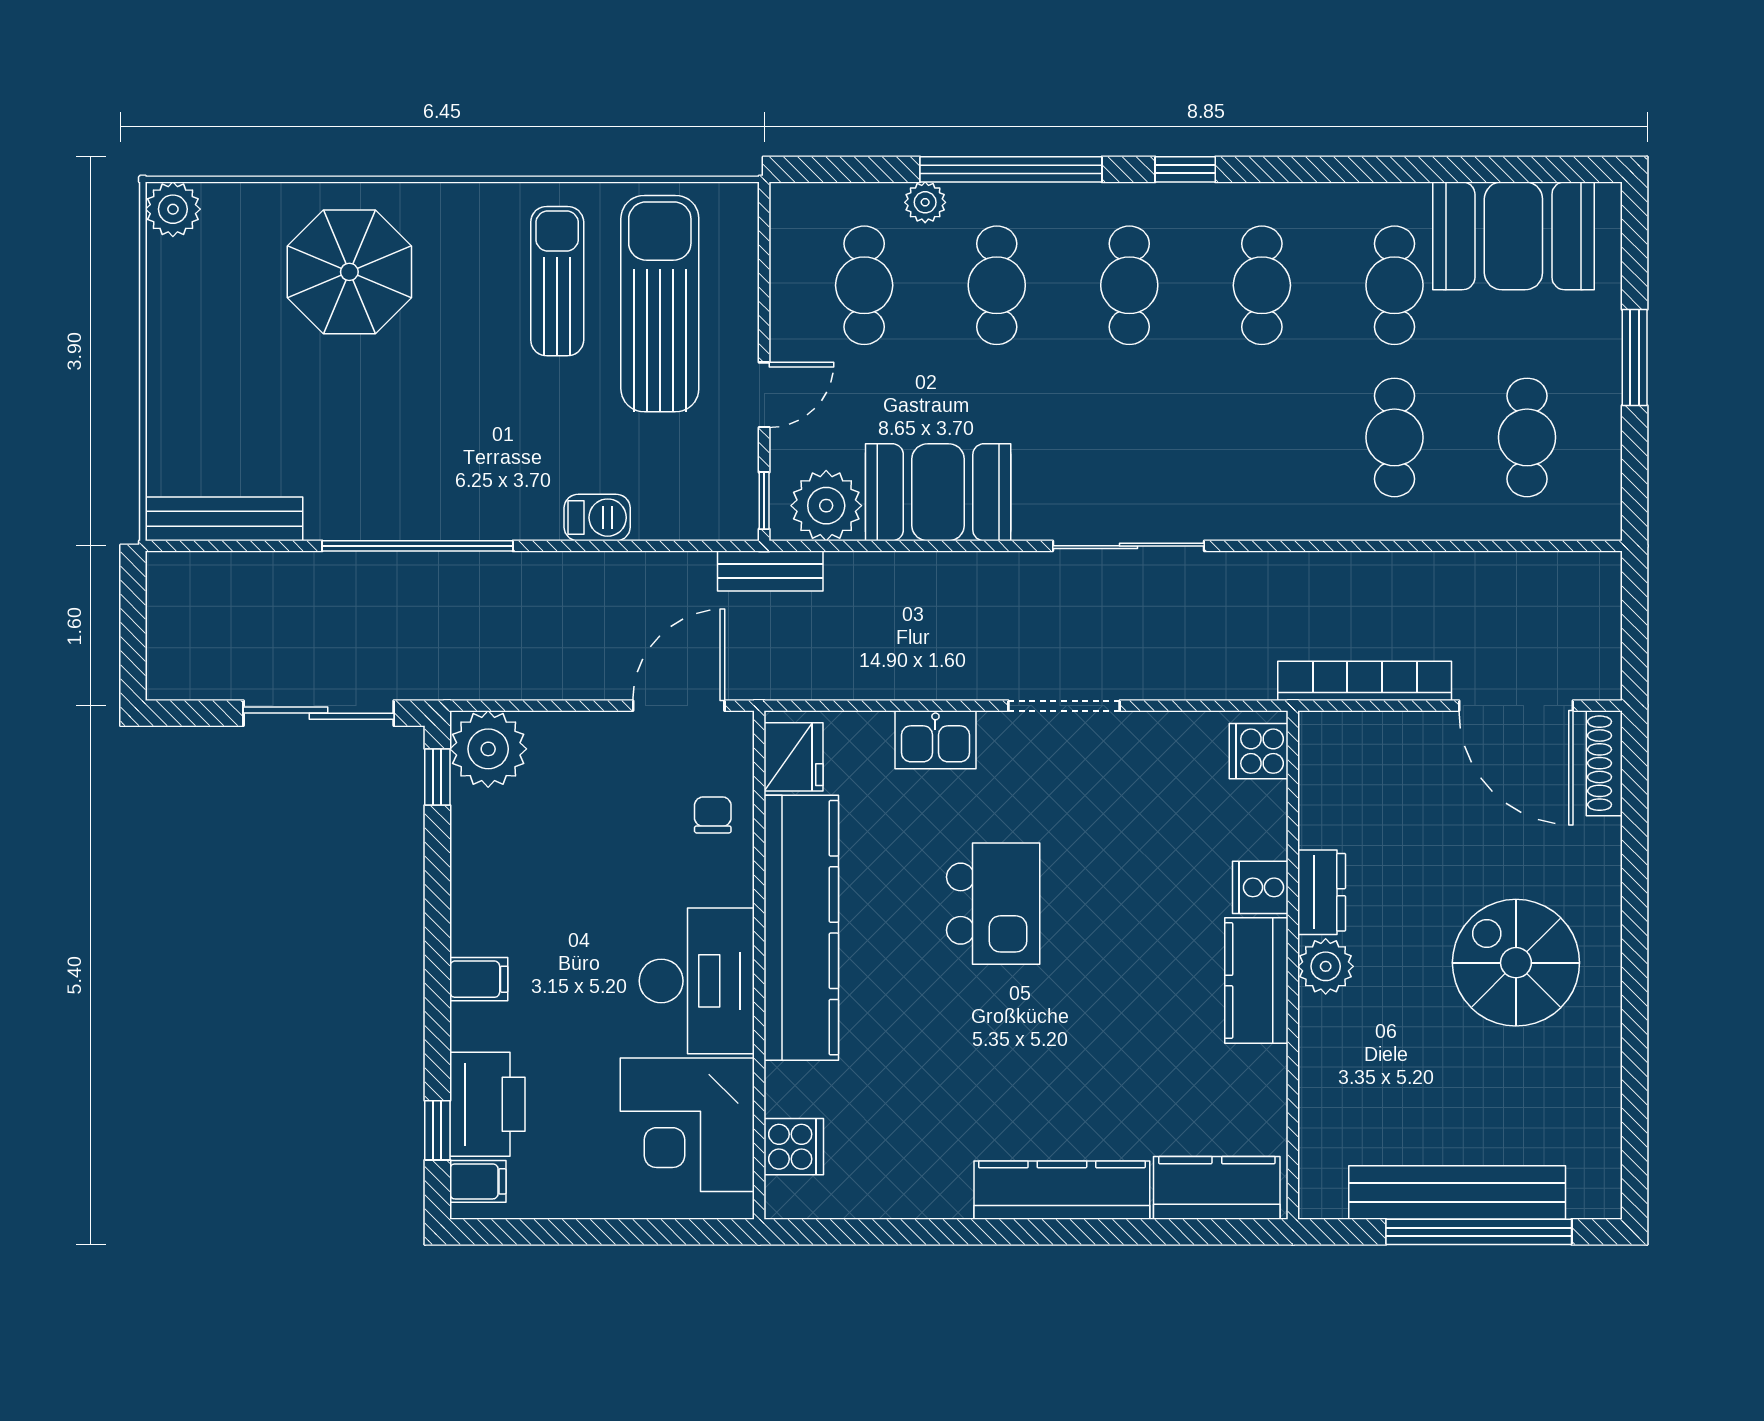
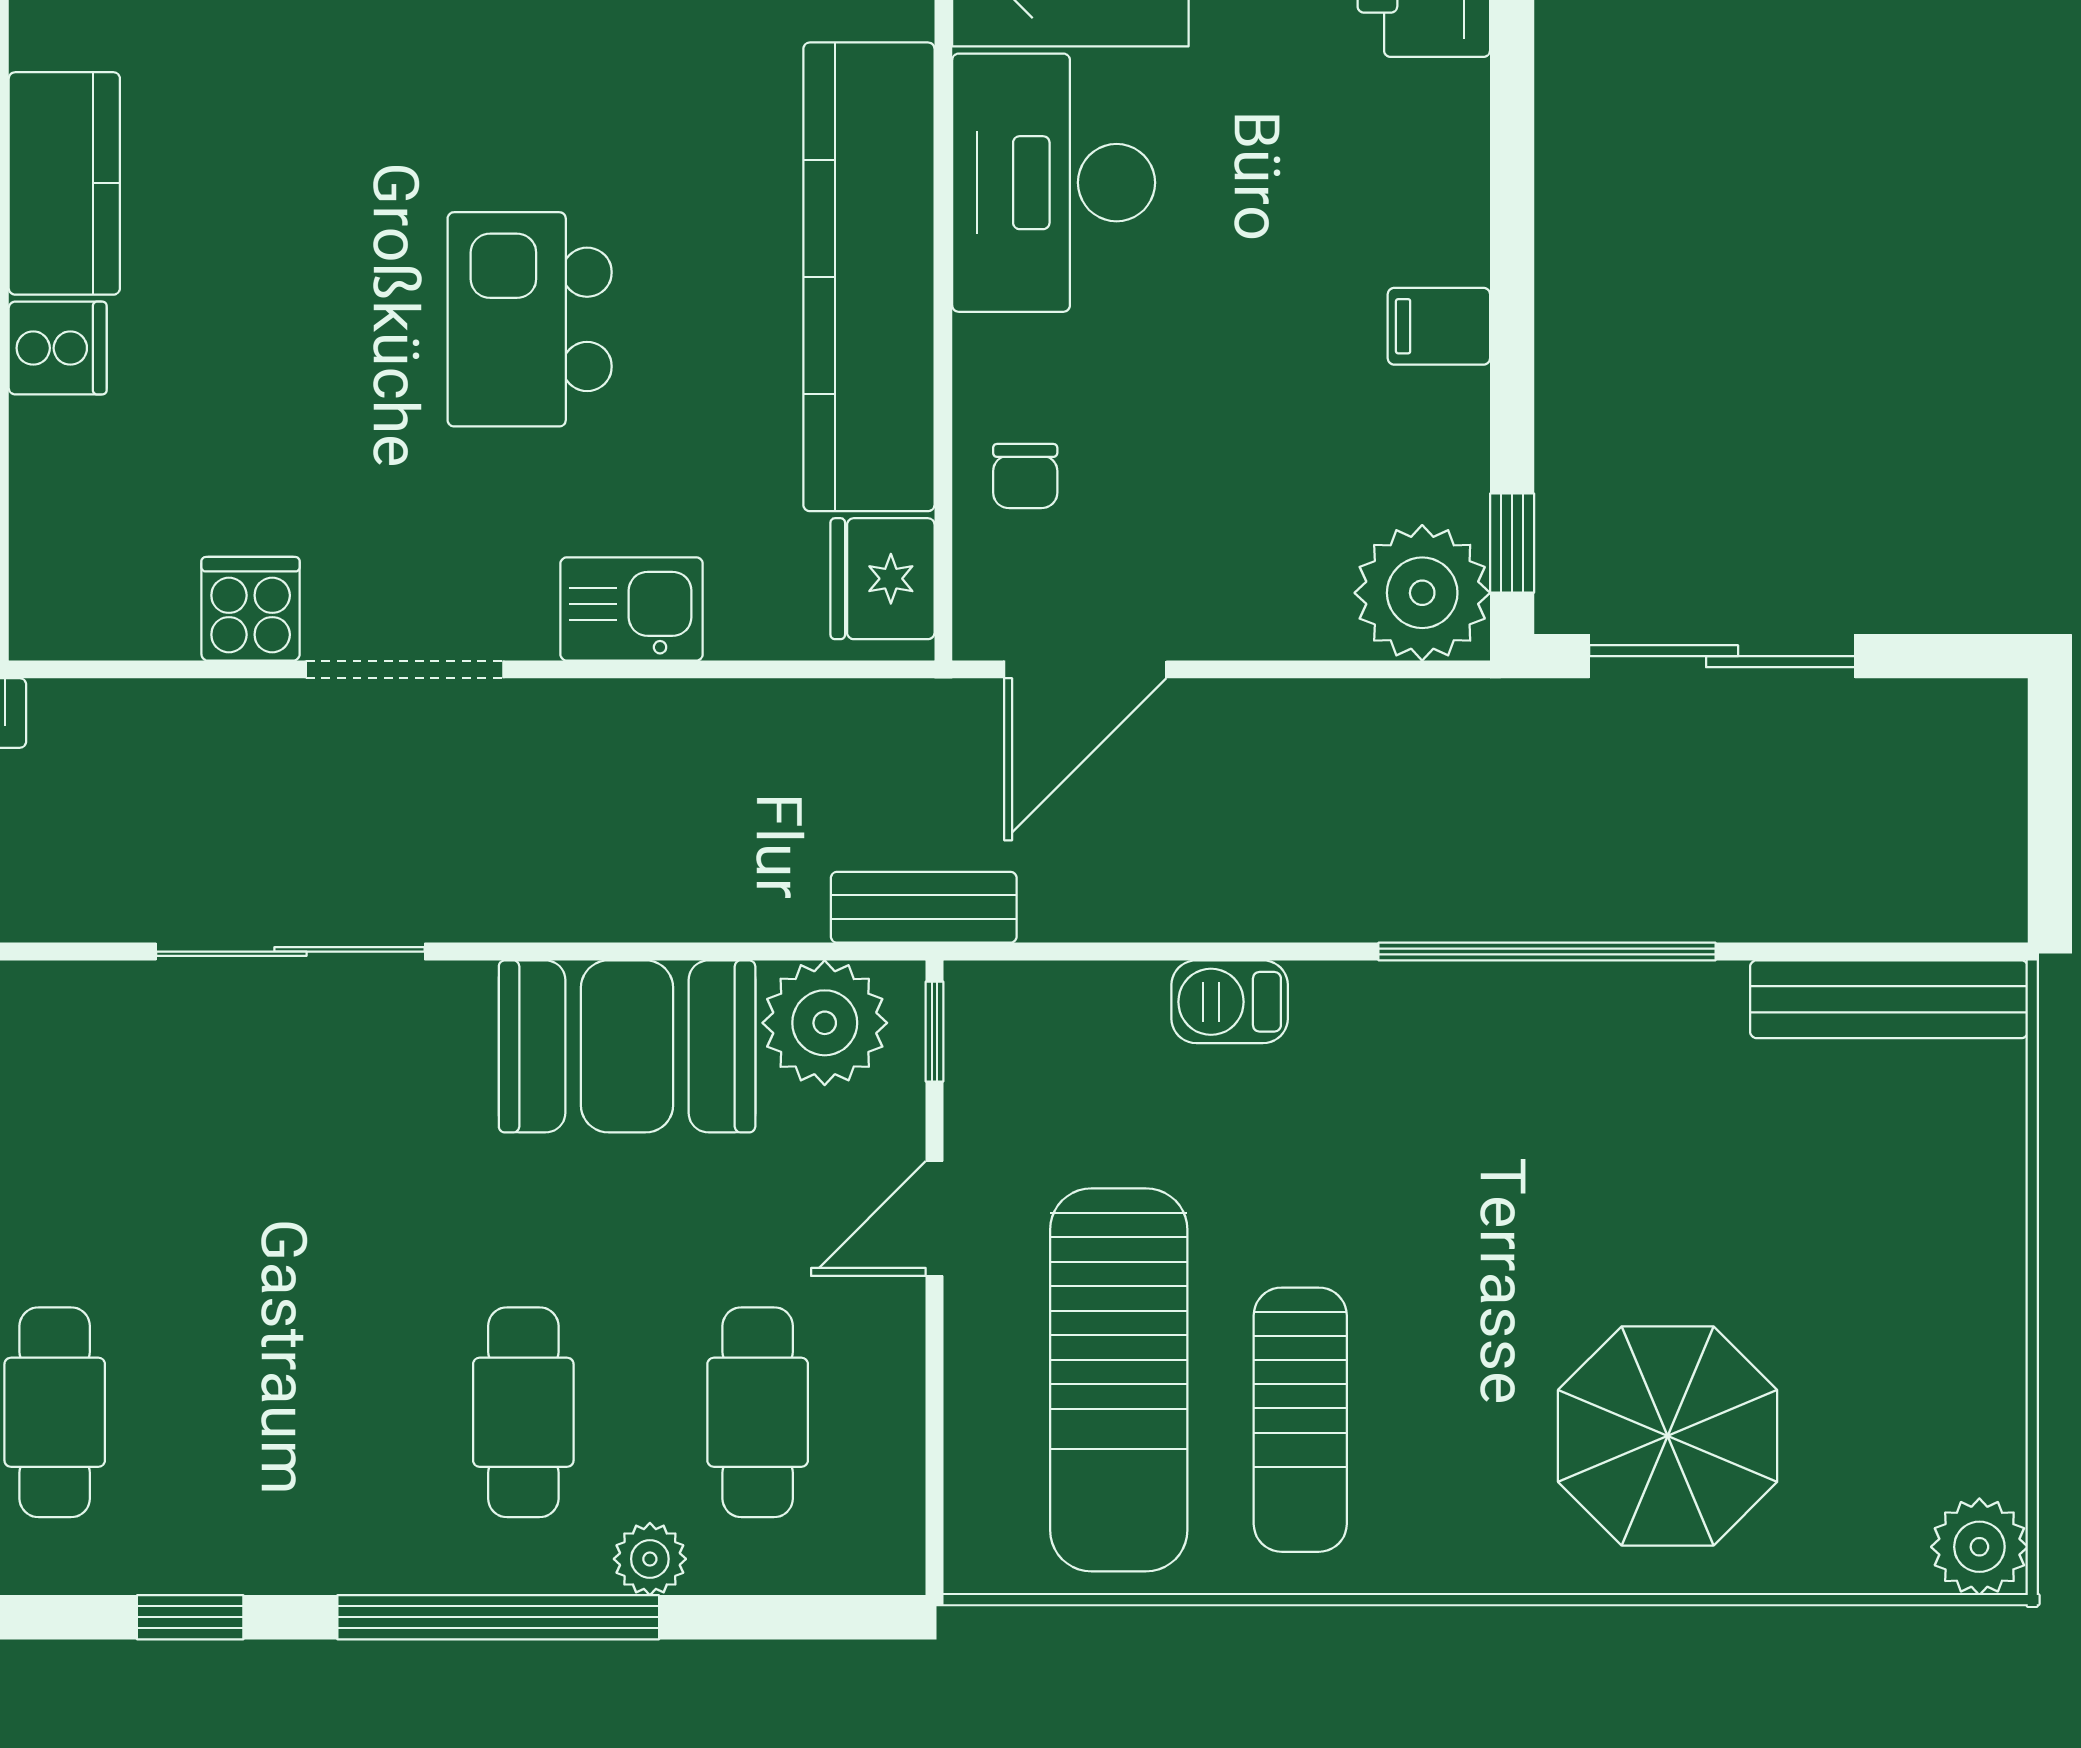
cafe table: (1129, 285) -> (289, 1412), removed
cooker: (1259, 751) -> (251, 609), moved, turned -90
filing cabinet: (479, 979) -> (1439, 326), moved

